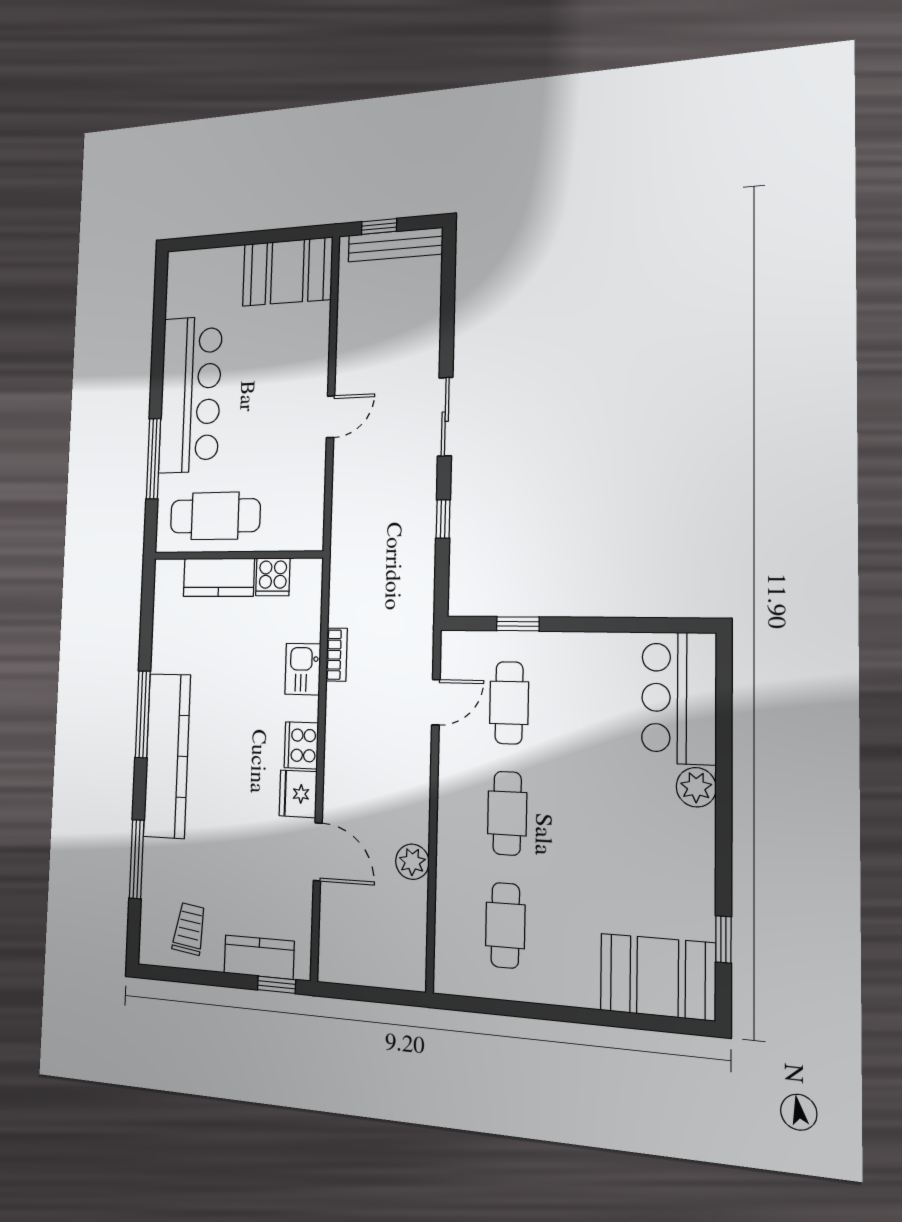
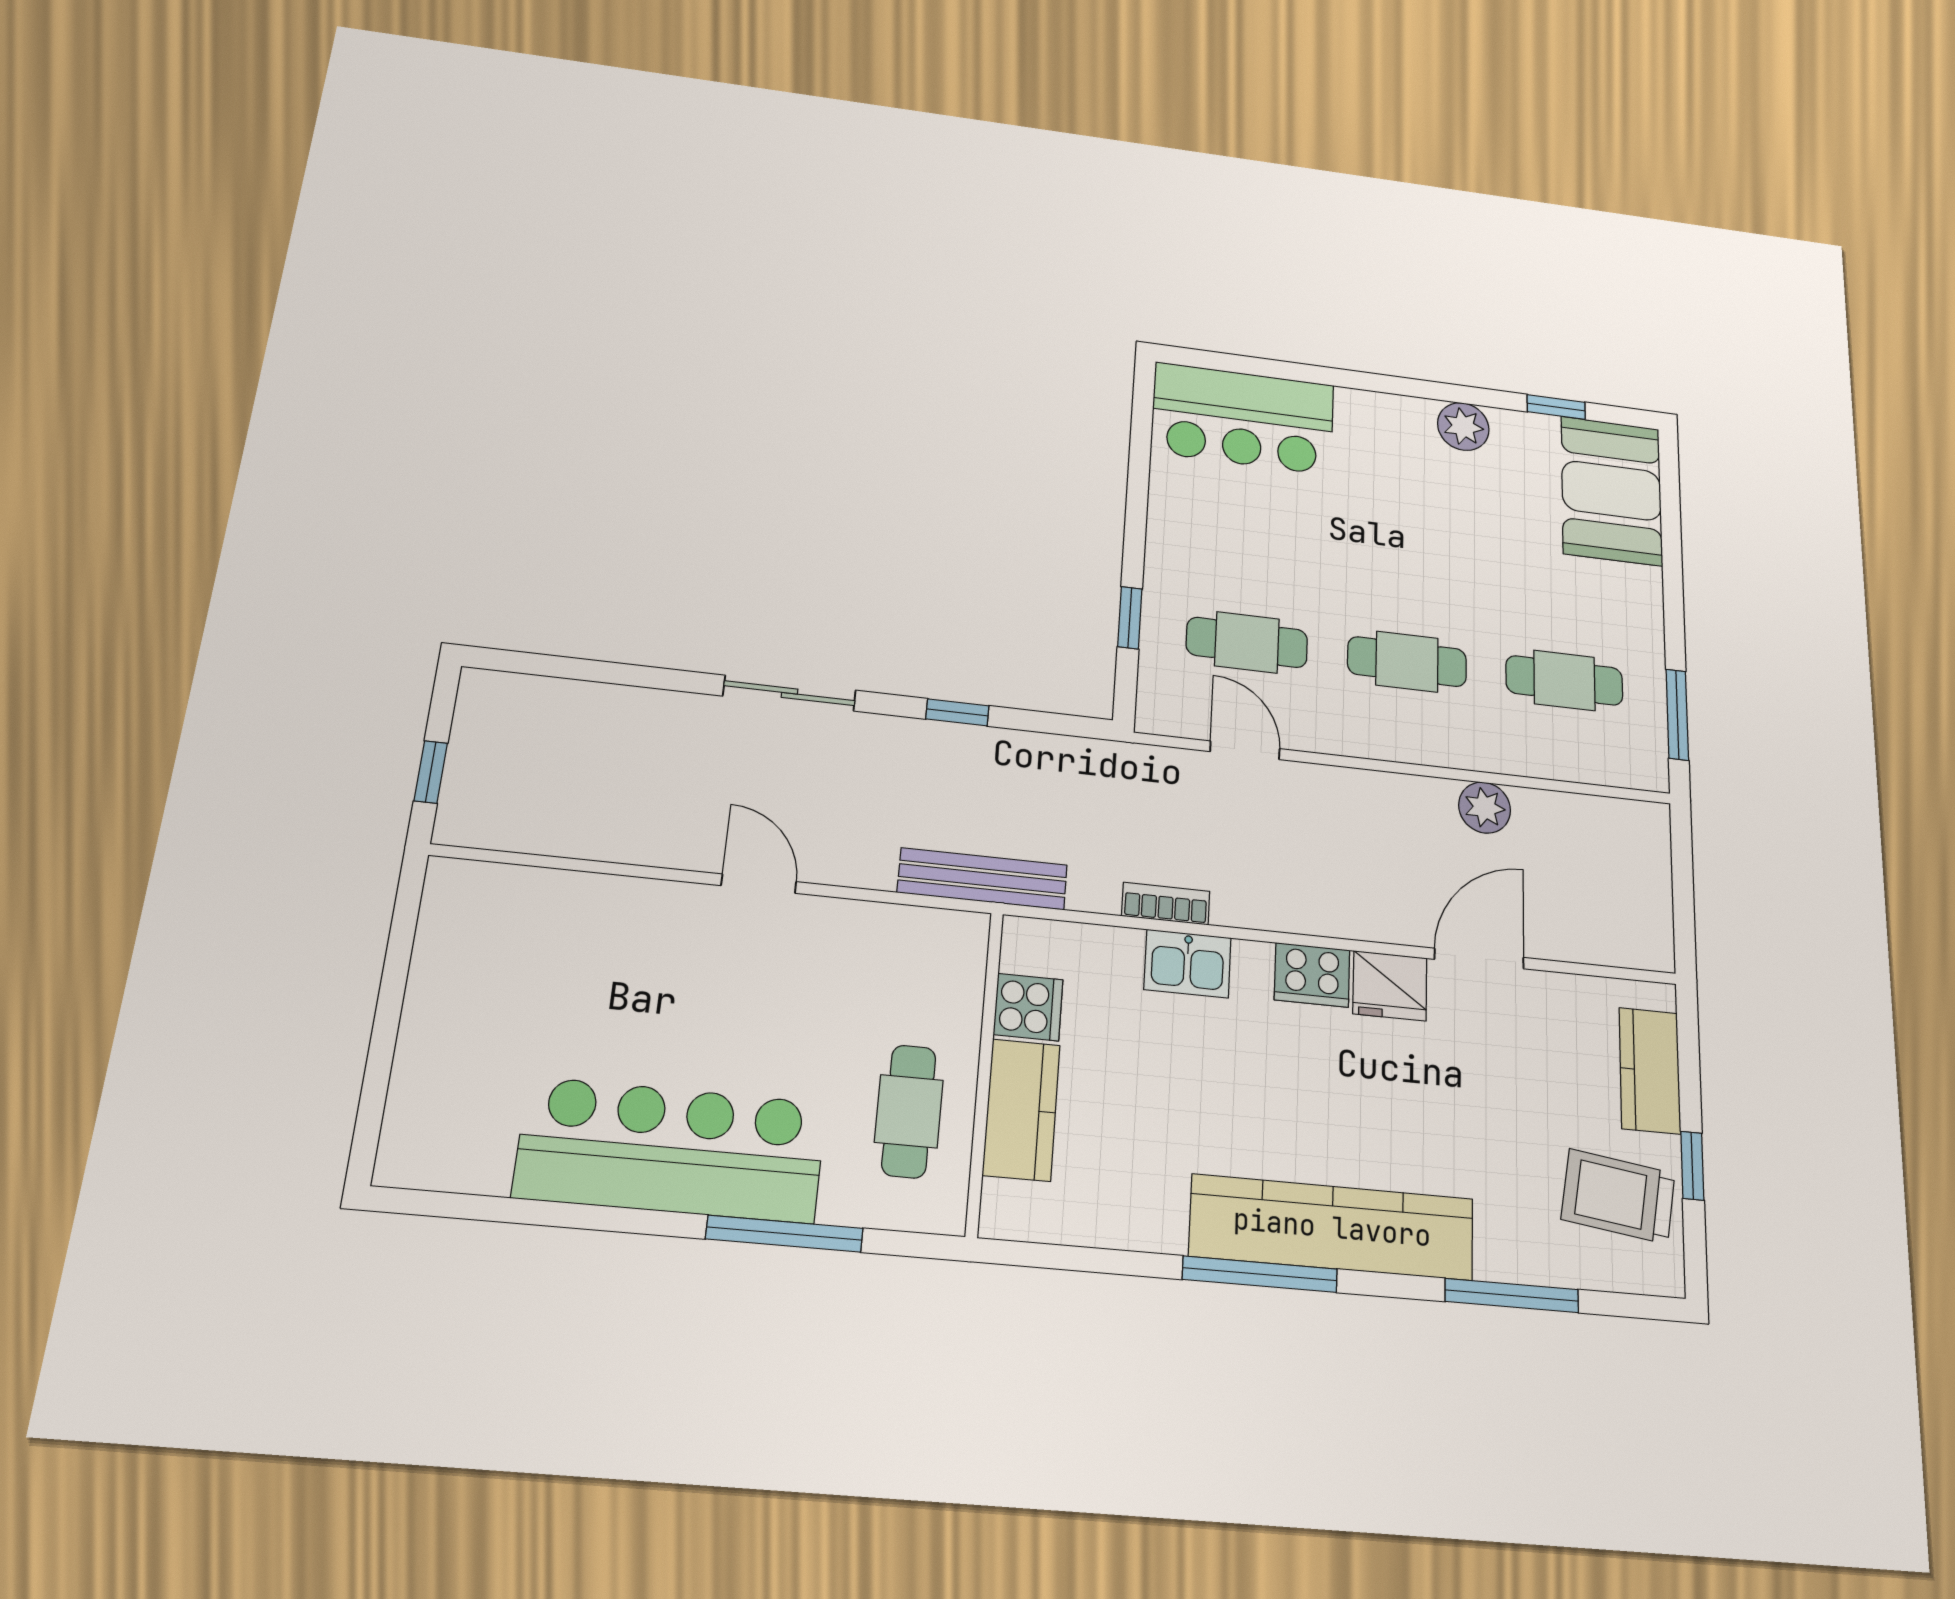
bench: (395, 245) -> (983, 879), moved, turned 90
booth: (287, 272) -> (473, 944), removed
cafe table: (215, 516) -> (909, 1111), width x0.73, depth x0.74
plant: (696, 787) -> (1463, 427), moved
trolley: (189, 929) -> (1618, 1196), width x1.36, depth x1.39
window: (276, 985) -> (1692, 1166), moved
window: (489, 1006) -> (1677, 715), added

